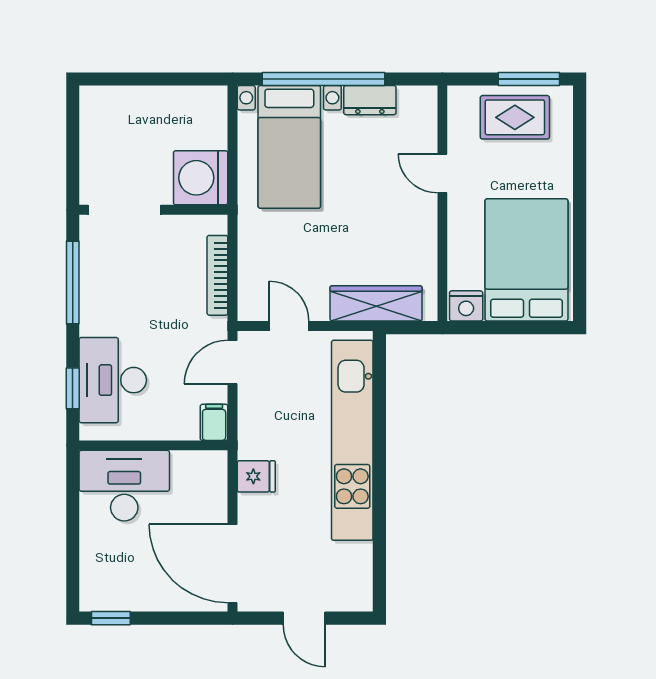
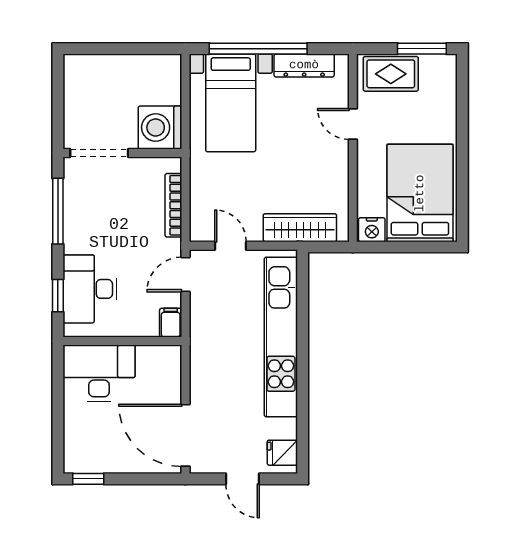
dresser: (370, 100) -> (304, 65), width x1.44
rug: (515, 117) -> (391, 74), moved
fridge: (256, 476) -> (282, 453), moved, turned 180

